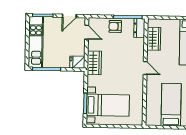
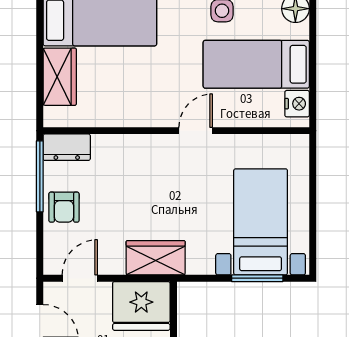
wardrobe: (154, 39) -> (60, 77), moved, turned 90
fridge: (77, 62) -> (141, 306), width x1.88, depth x1.34
door: (145, 68) -> (196, 131), moved
nightstand: (155, 121) -> (297, 104), added

